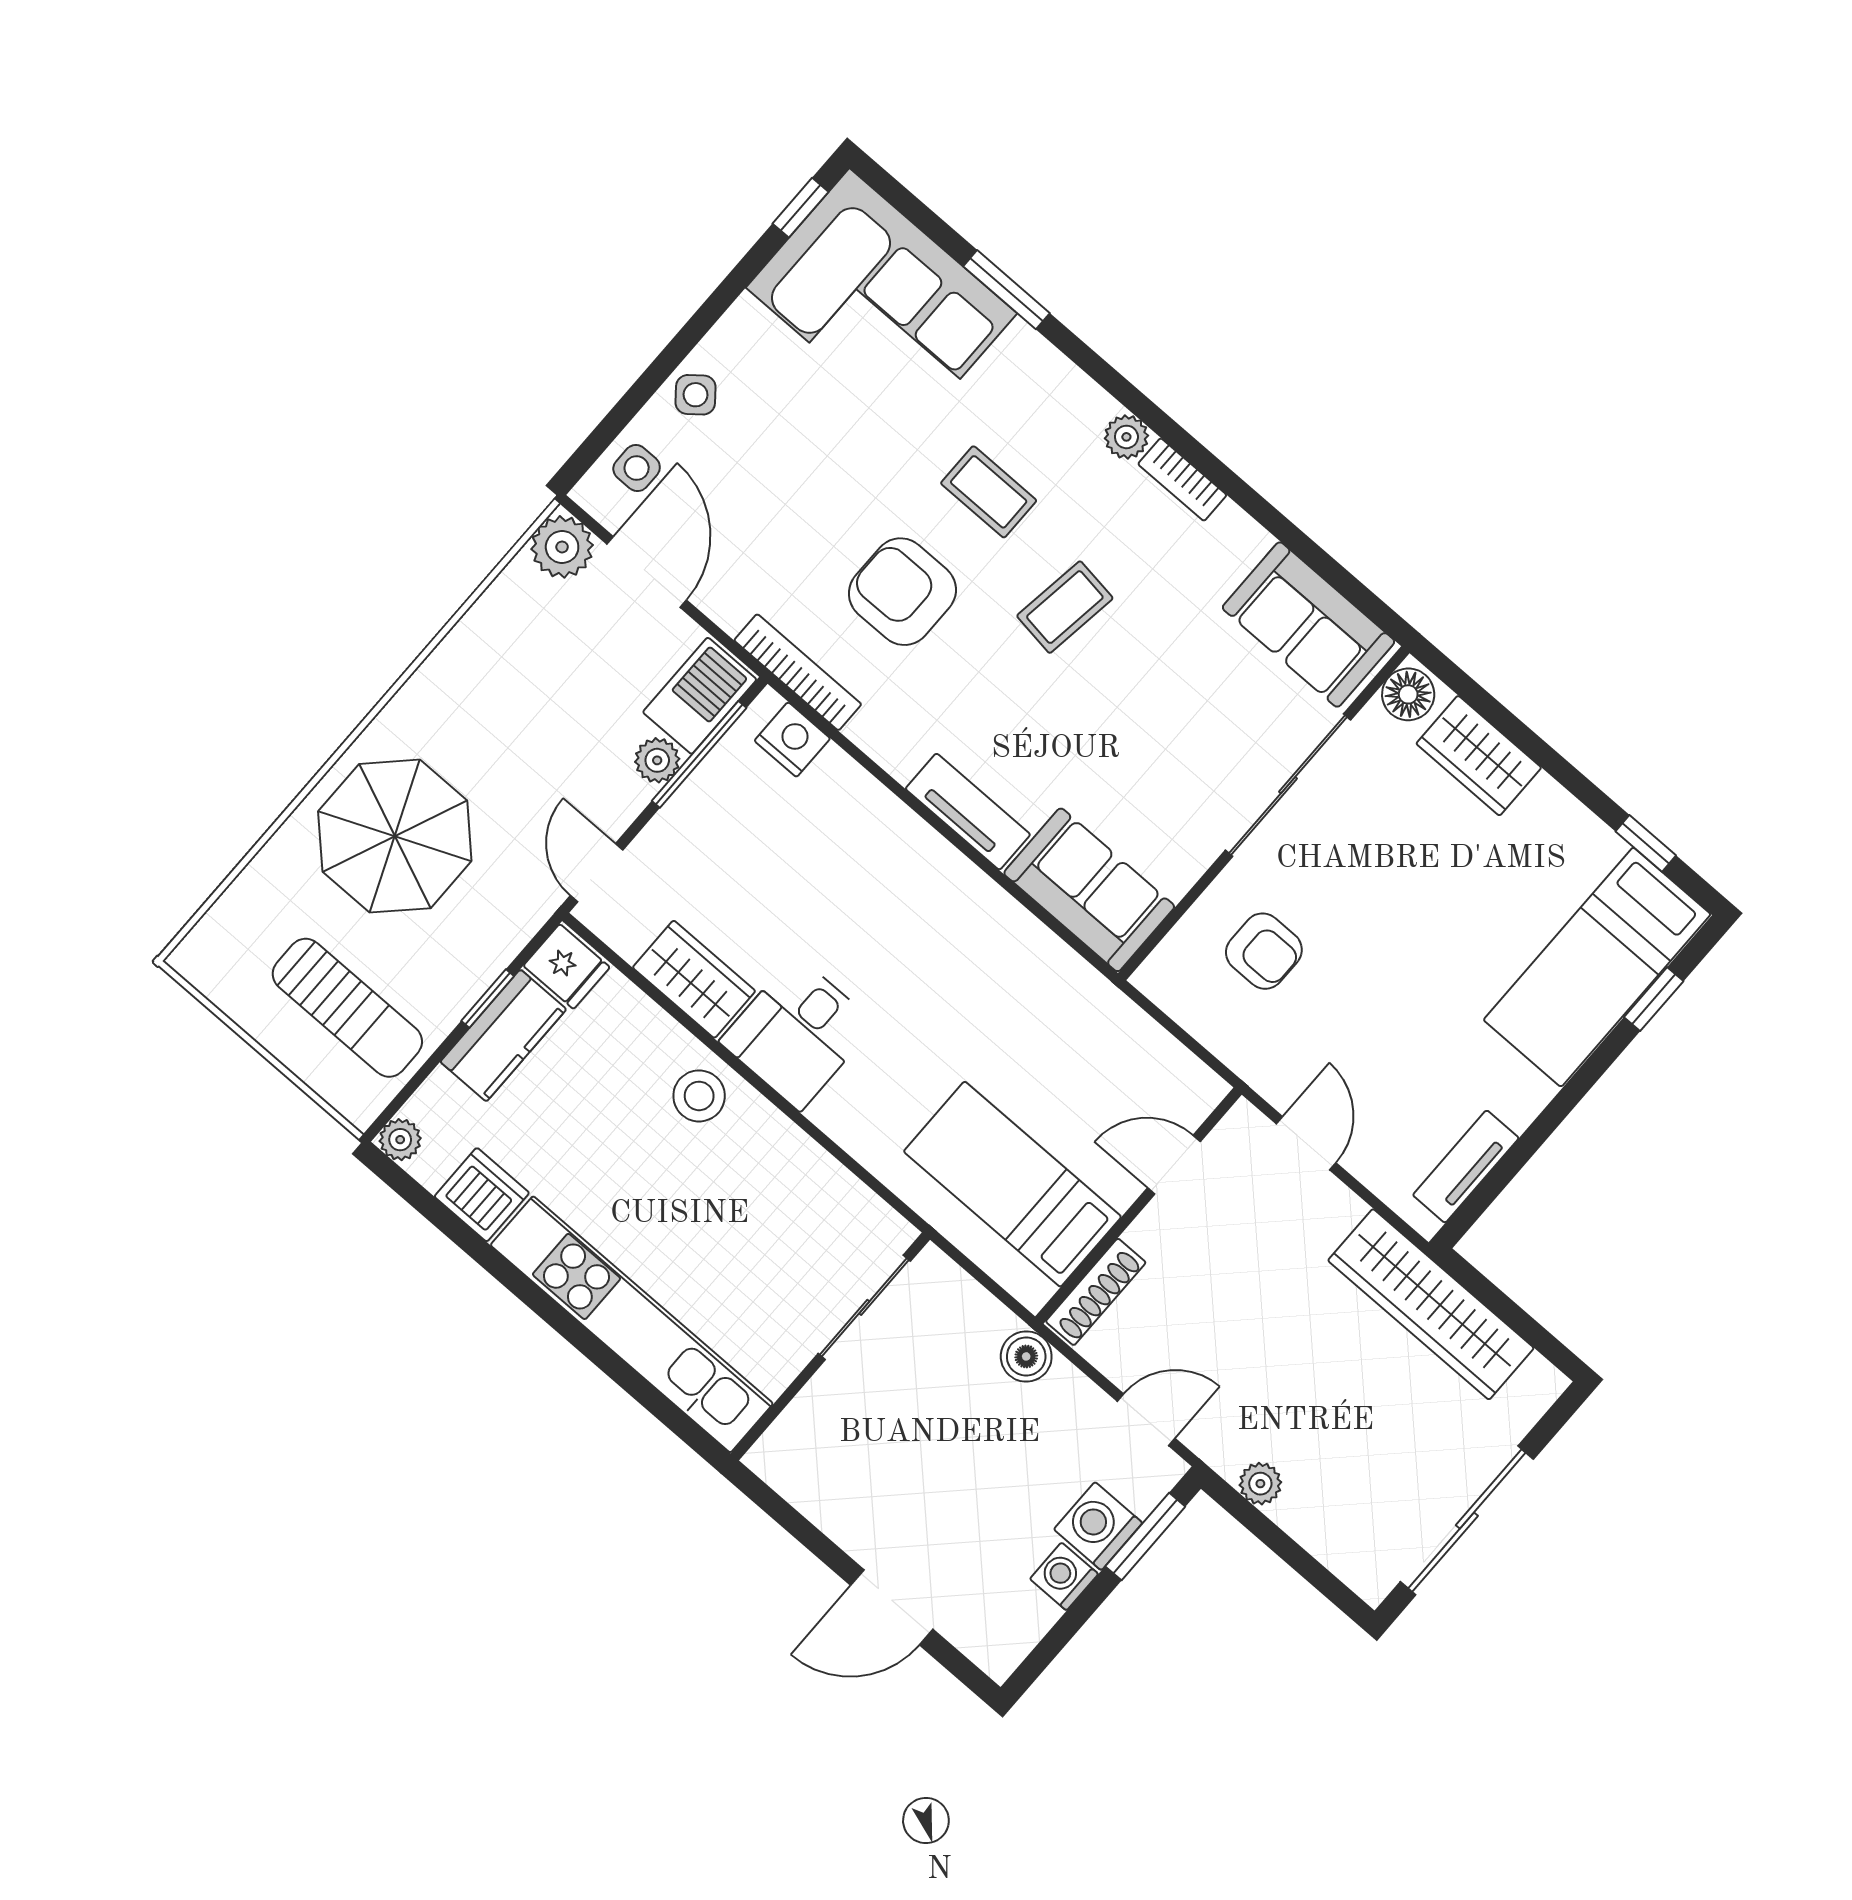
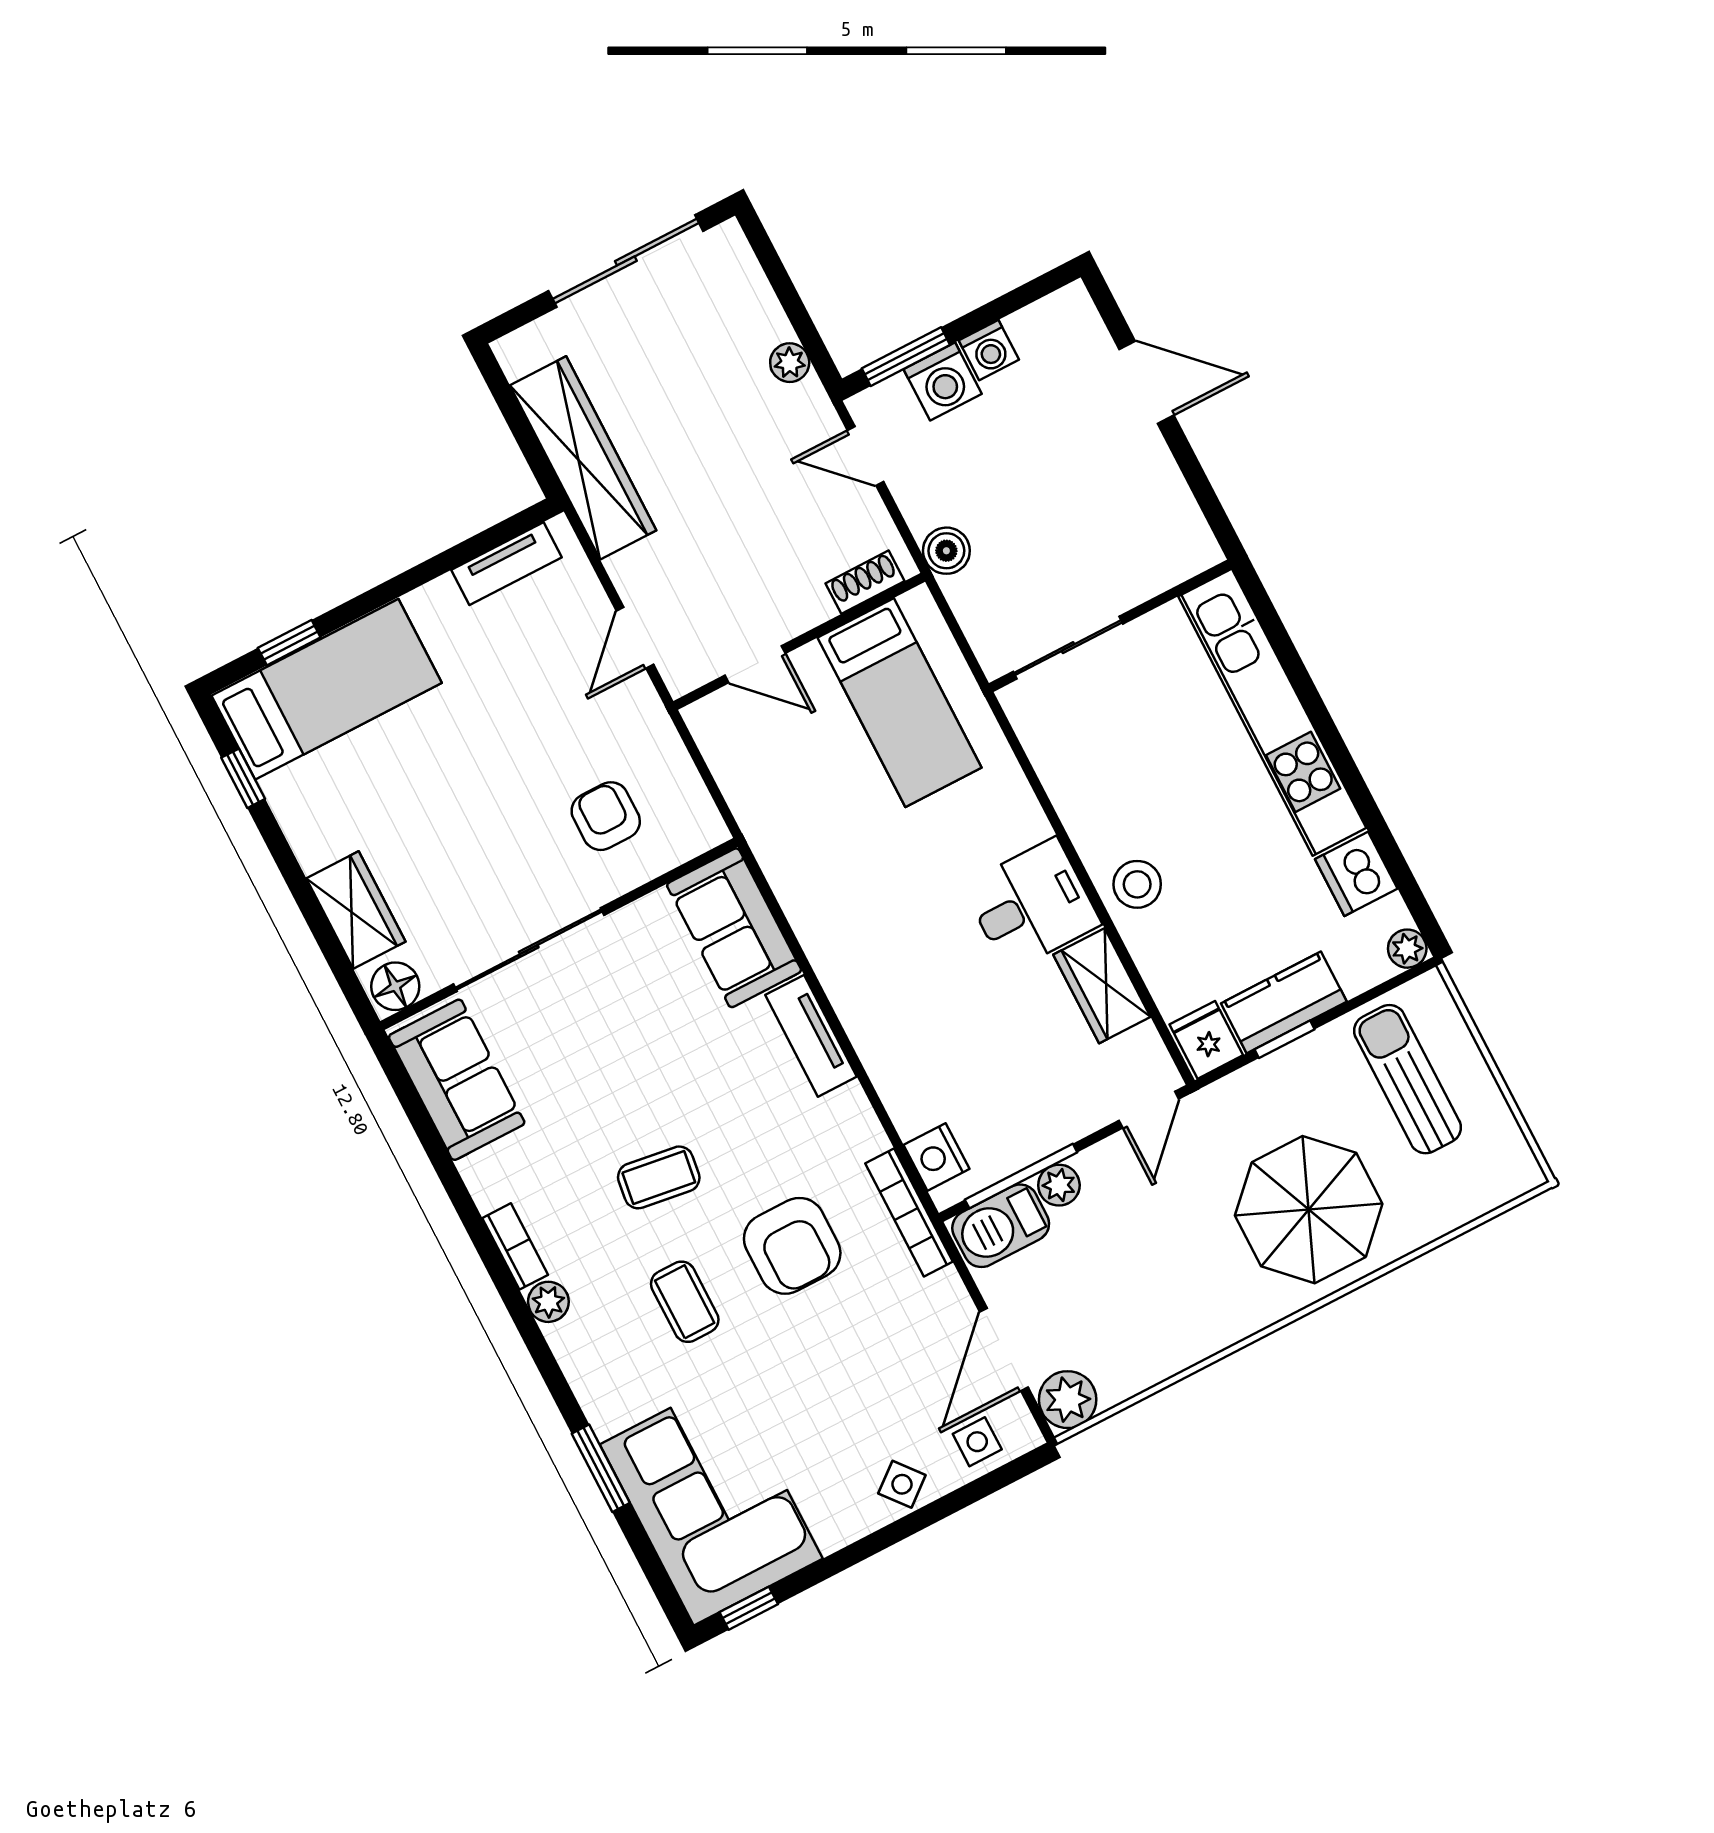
shoe rack: (1096, 1292) -> (865, 582), width x0.70

